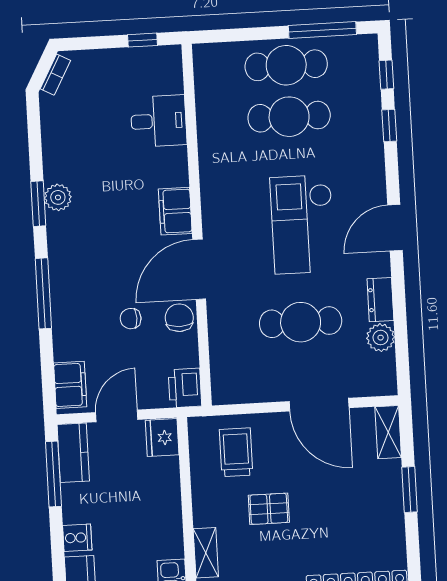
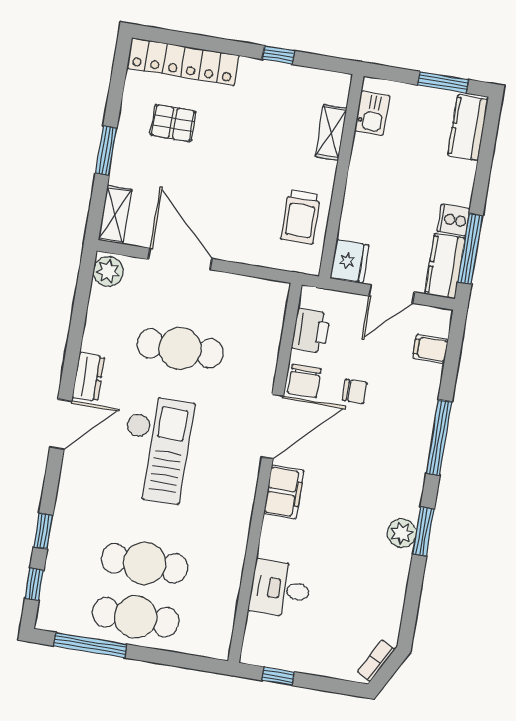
dresser: (380, 300) -> (89, 377), moved
plant: (381, 338) -> (108, 271), moved
filing cabinet: (70, 385) -> (430, 349), width x0.50
printer: (185, 388) -> (311, 331), moved
trolley: (236, 452) -> (301, 217), moved
pallet: (269, 509) -> (173, 123), moved
cooker: (77, 538) -> (453, 220), moved

